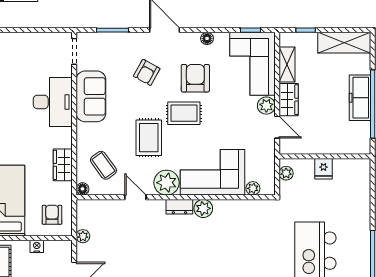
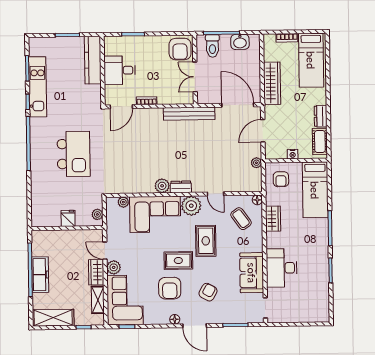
floor lamp: (207, 38) -> (175, 319), moved

